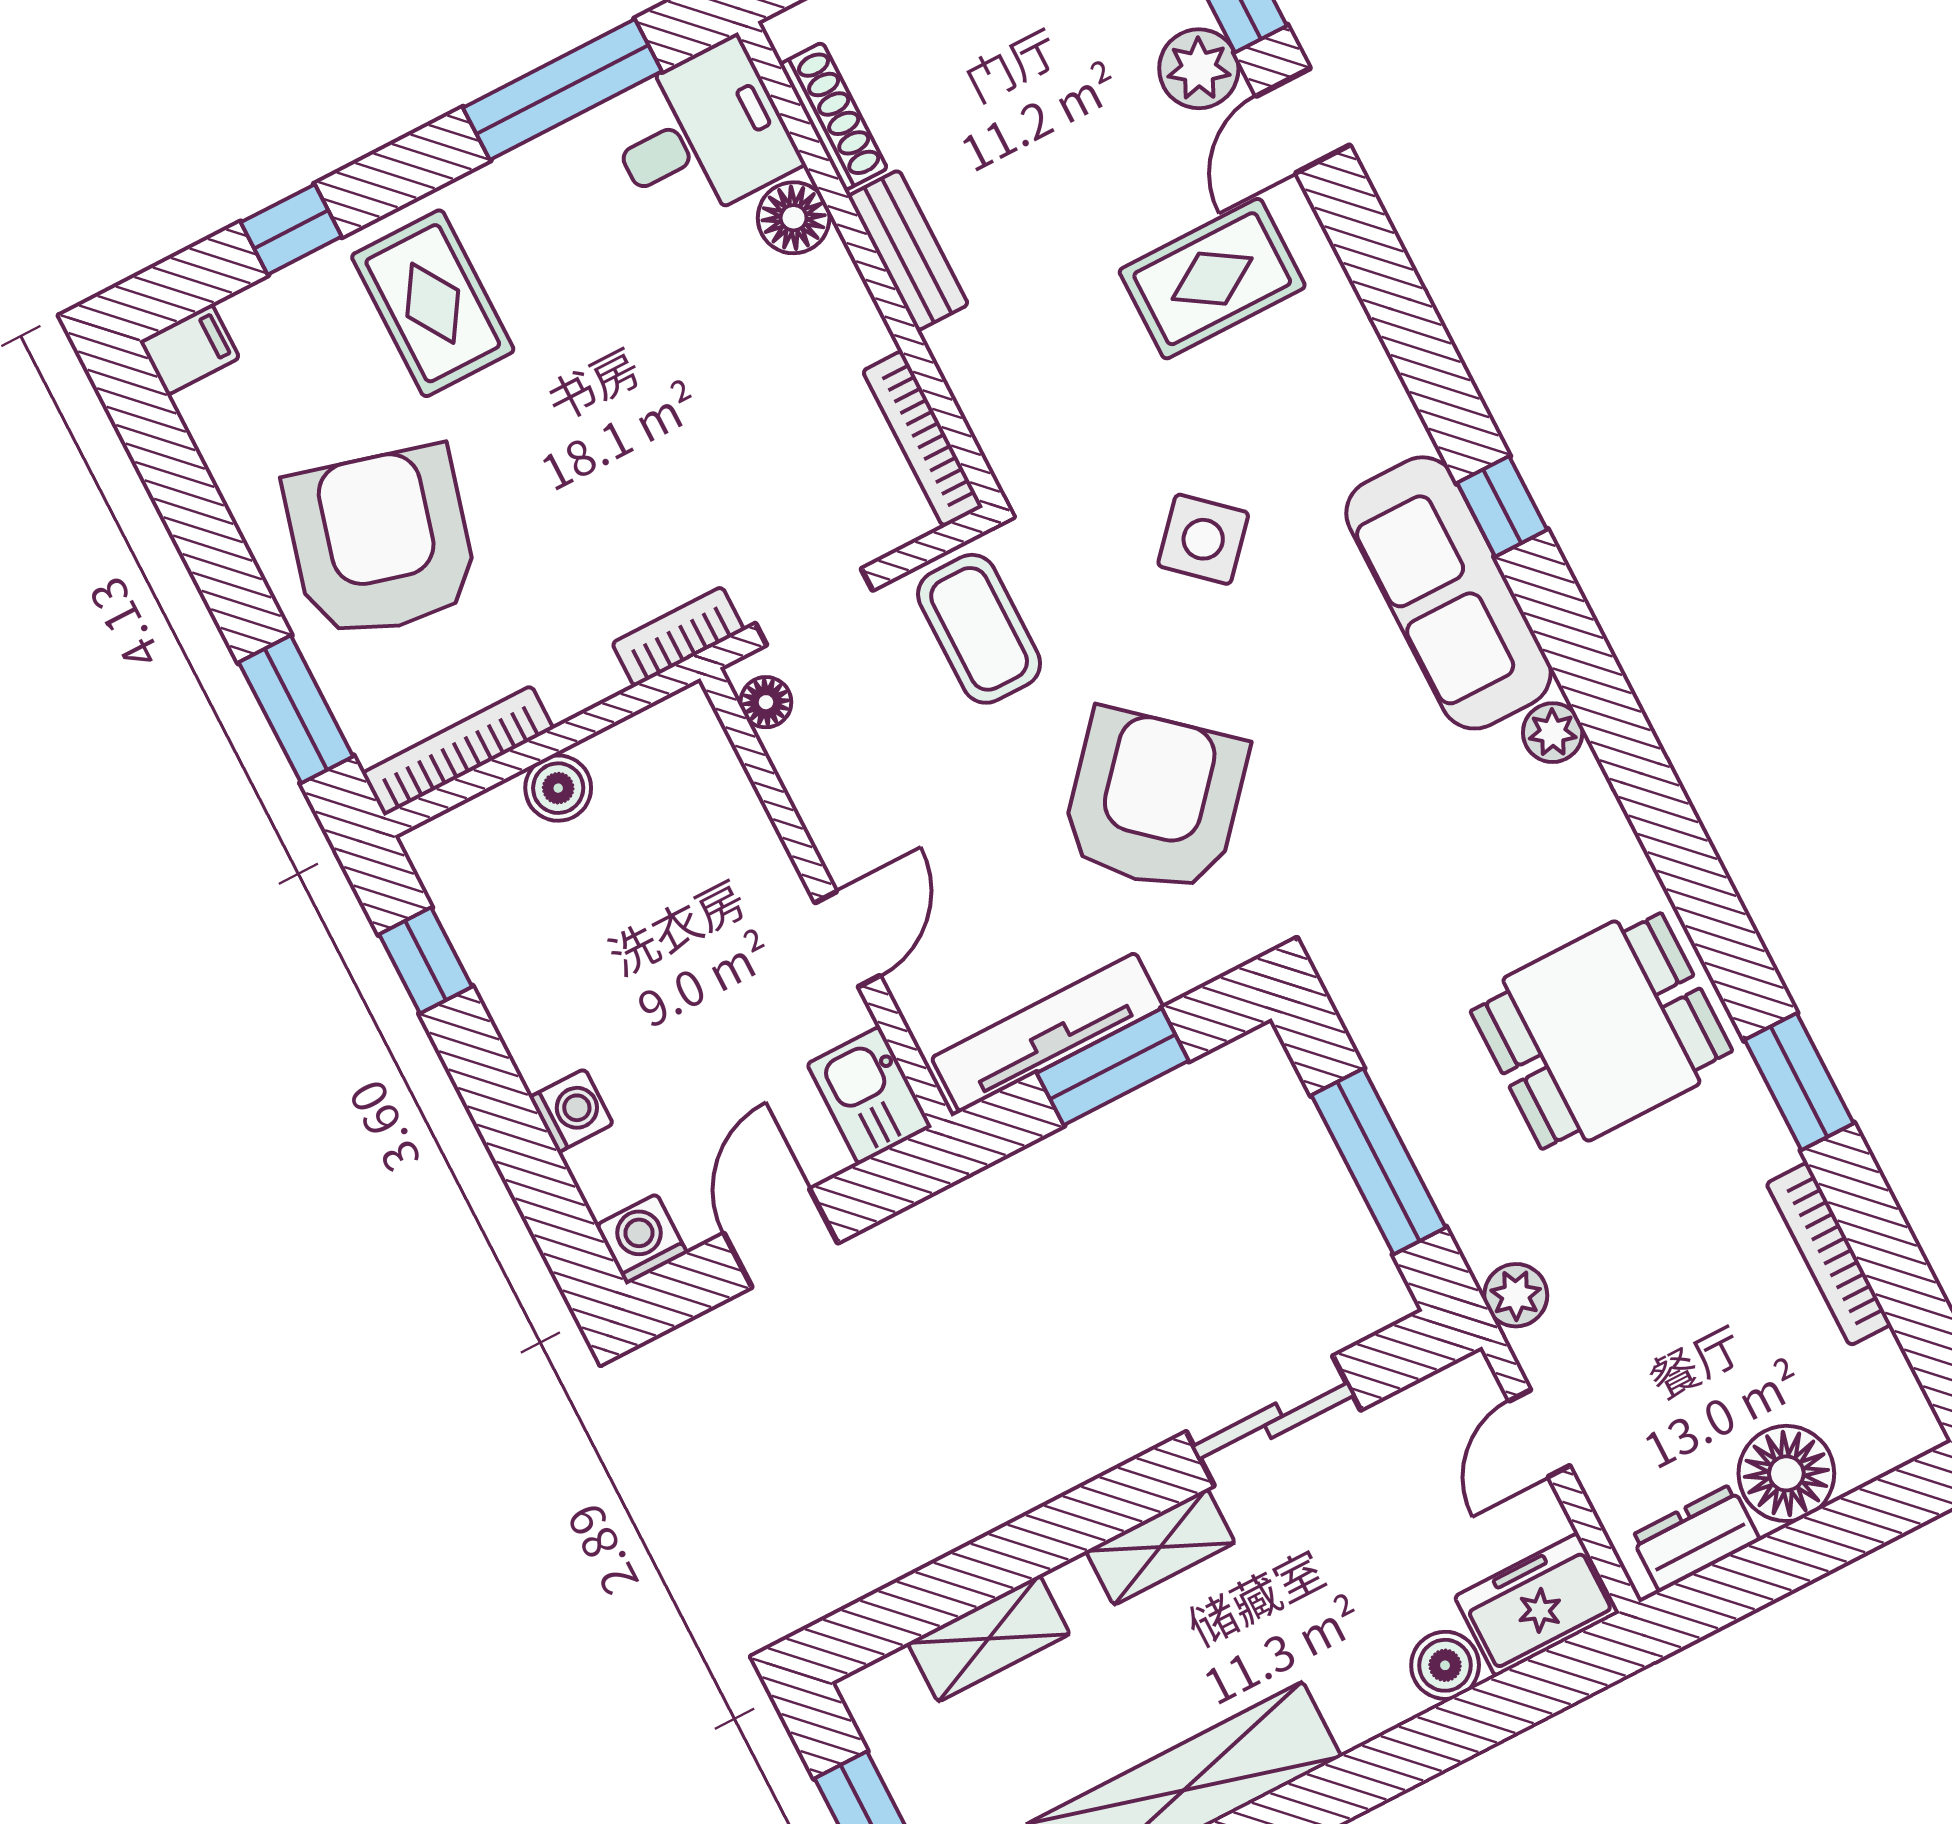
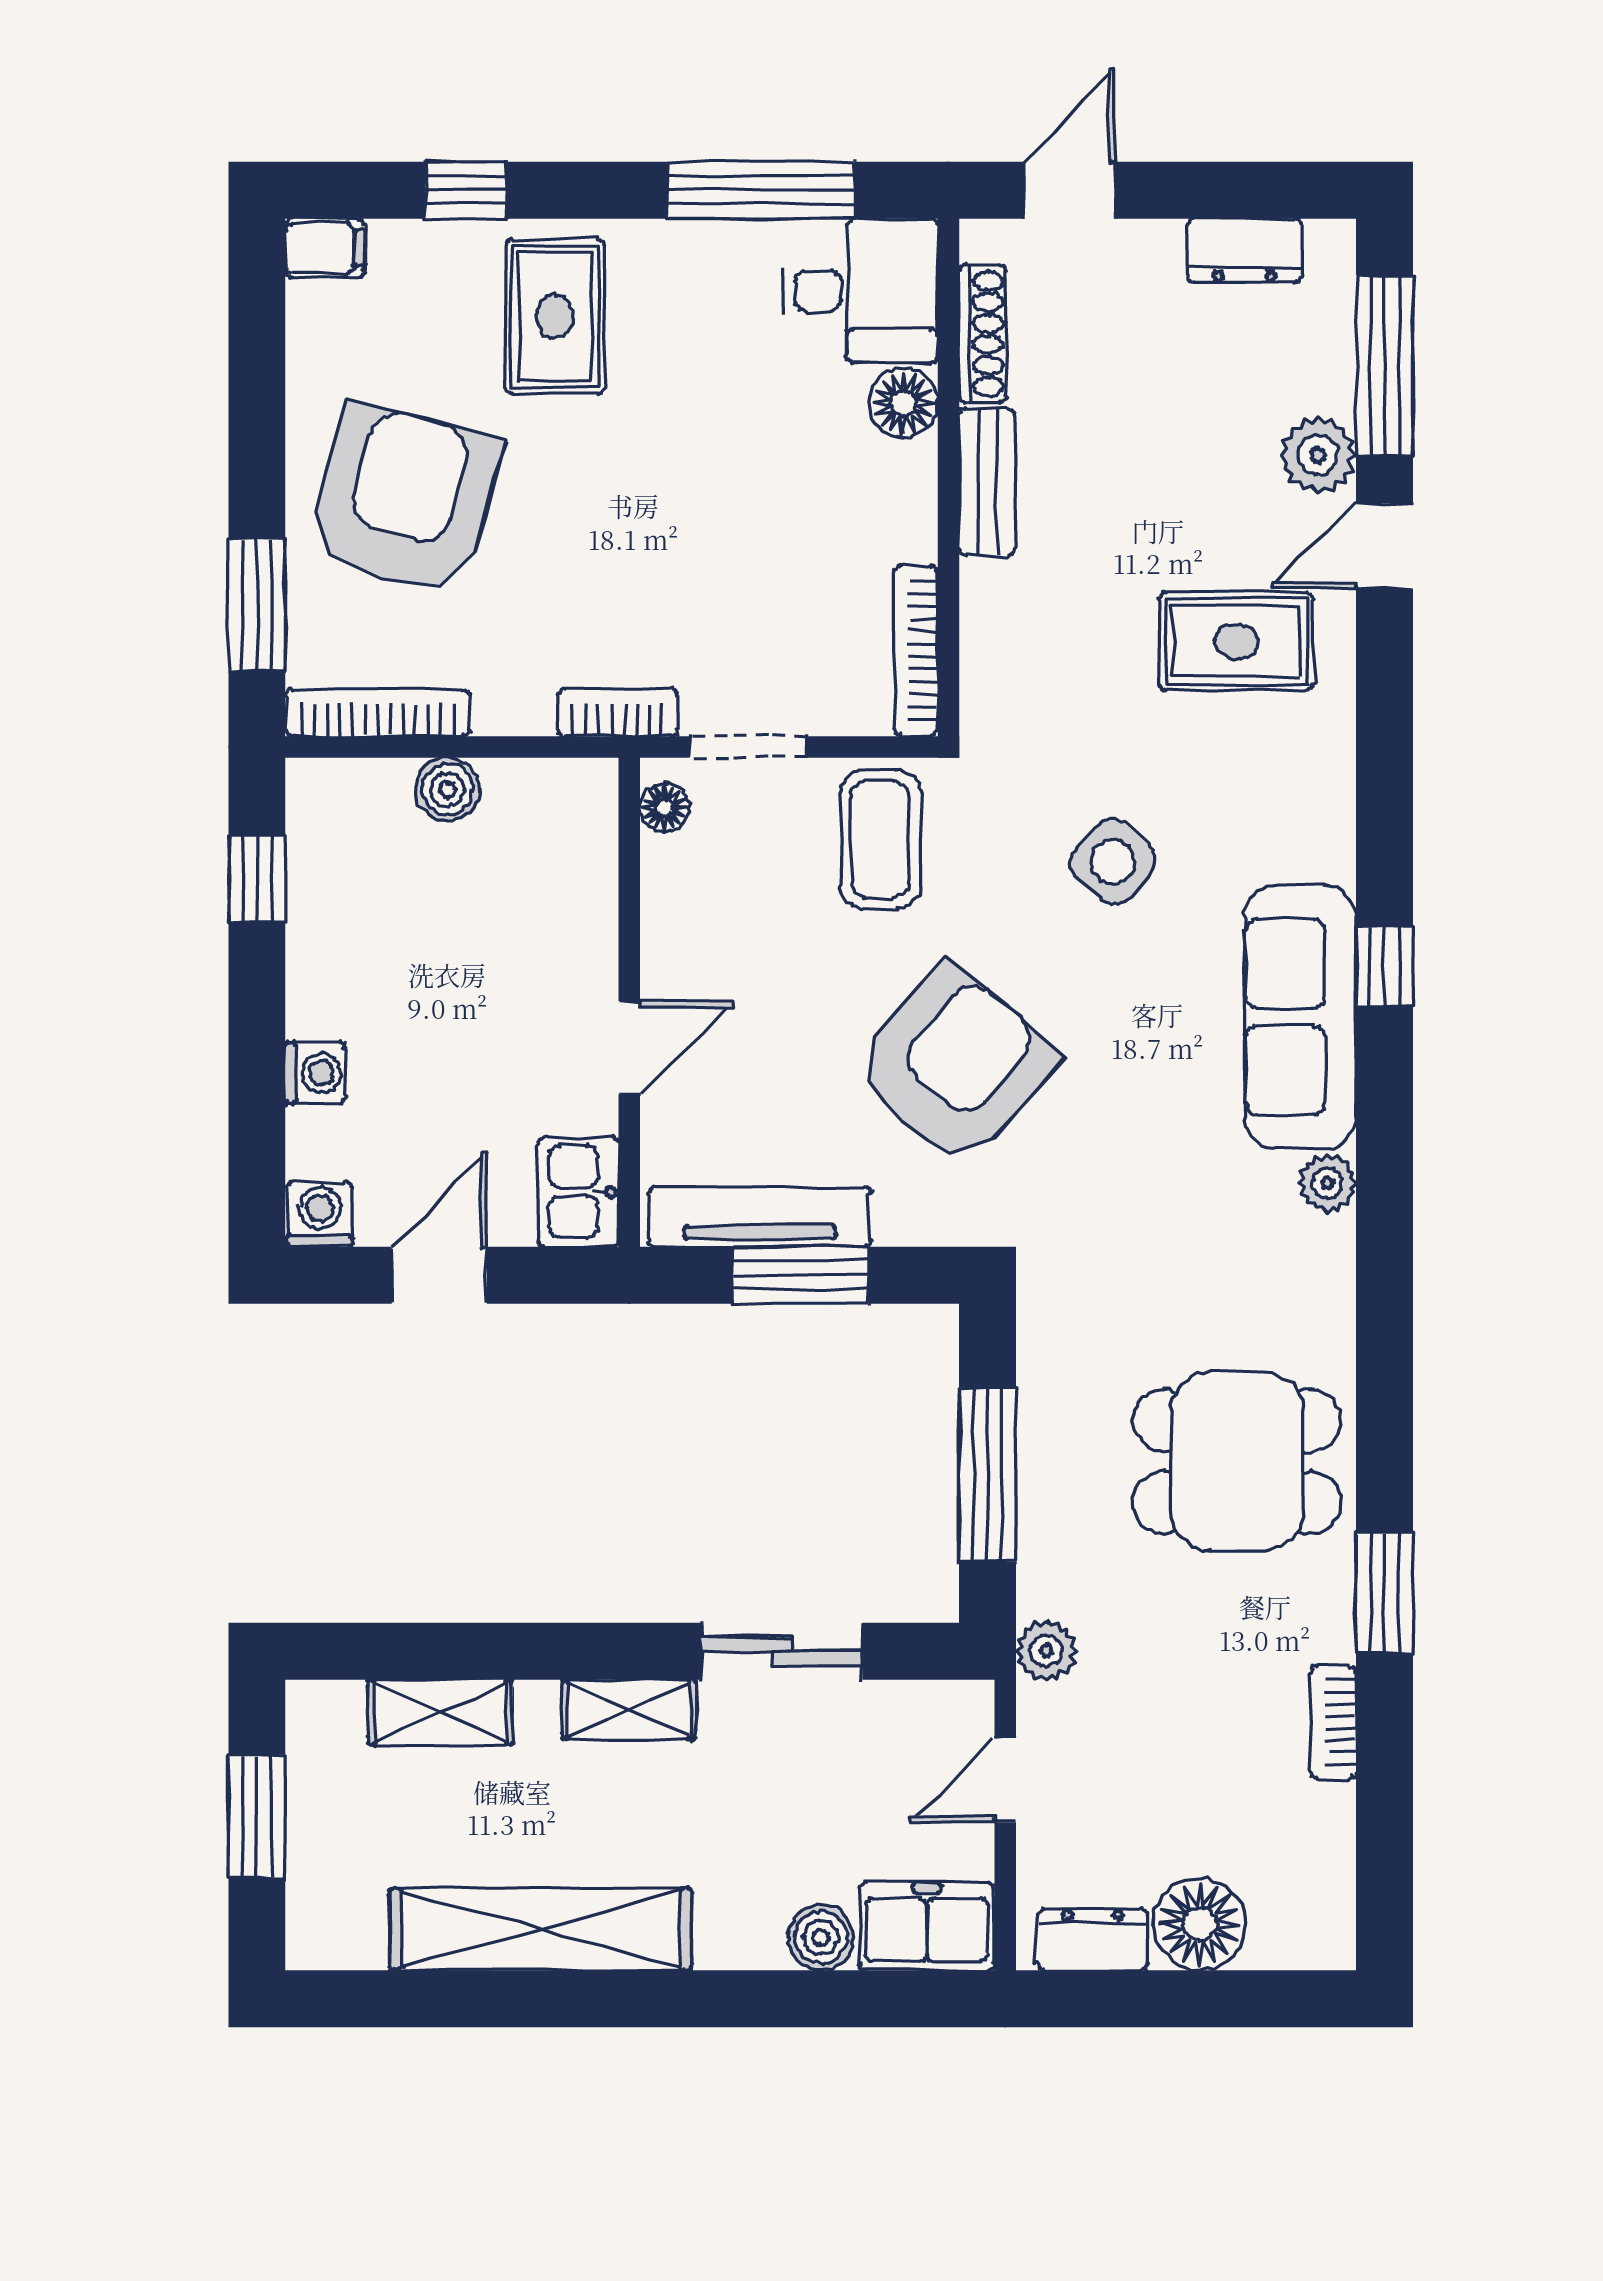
bookcase: (1829, 1254) -> (1334, 1722), width x0.64

